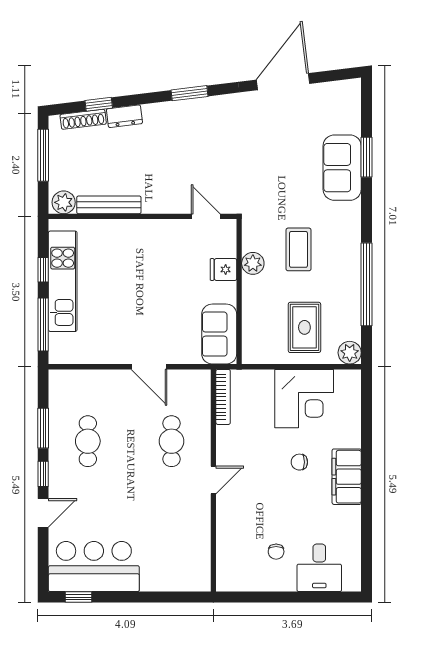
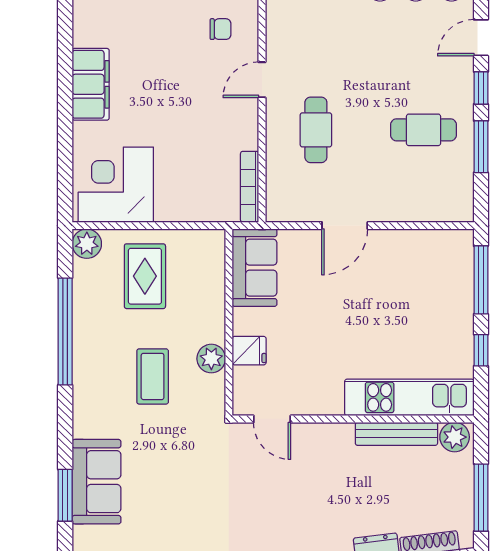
kitchen unit: (63, 281) -> (409, 397), moved, turned 90
door: (149, 367) -> (345, 226), swing flipped
corner desk: (304, 399) -> (116, 185), moved
cafe table: (88, 441) -> (423, 130), turned 90
chair: (299, 462) -> (221, 29), moved

